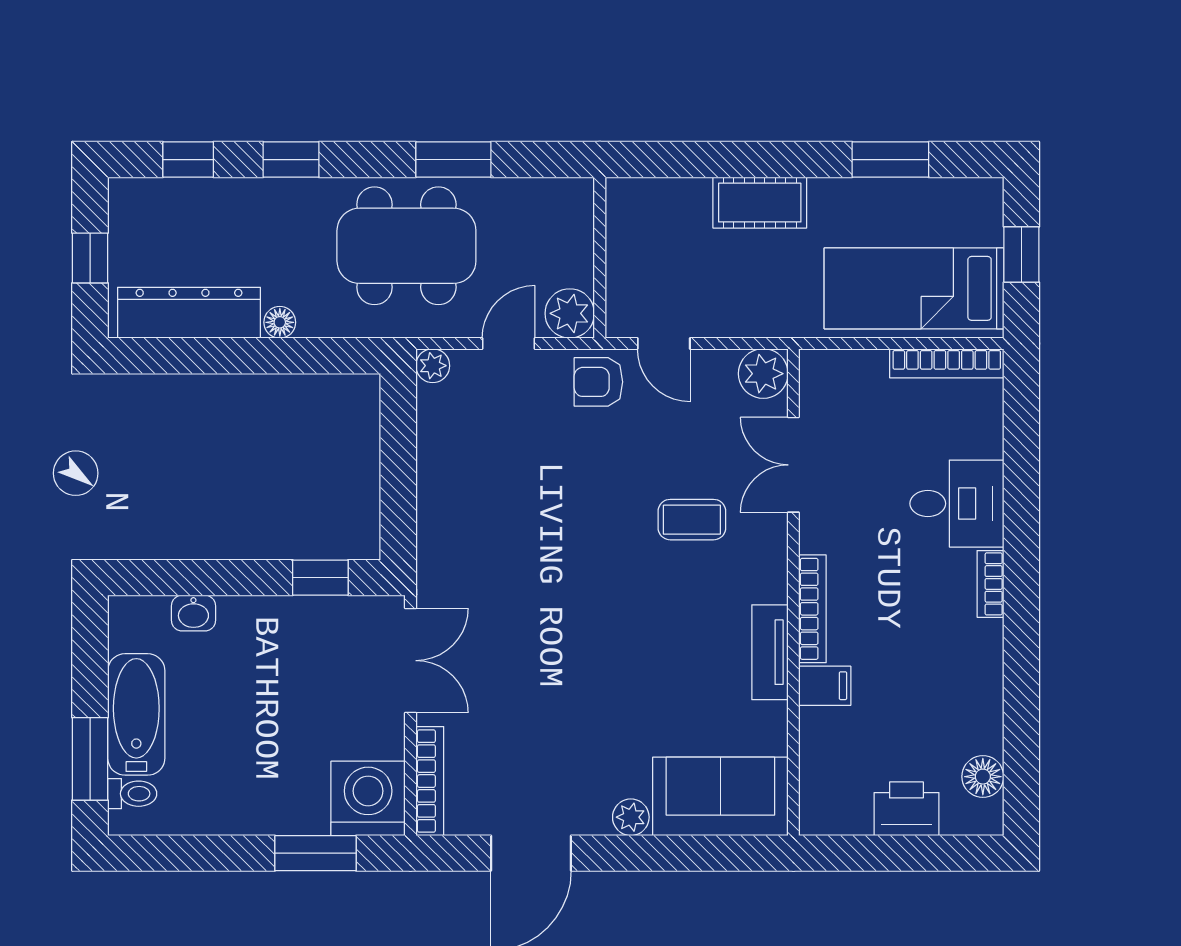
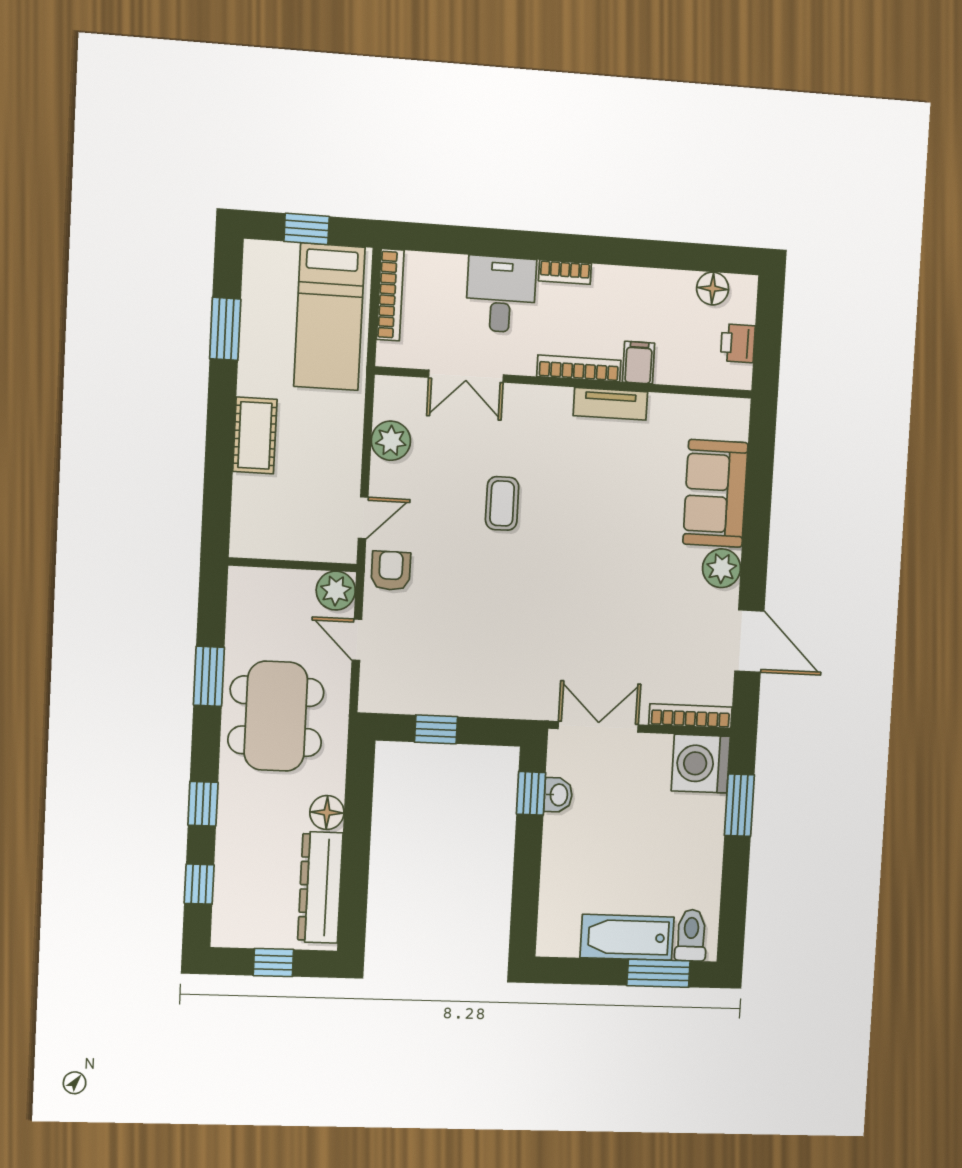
floor lamp: (280, 322) -> (327, 813), width x1.37, depth x1.37
plant: (433, 366) -> (371, 700), removed
armchair: (598, 382) -> (391, 571), turned 180
window: (398, 450) -> (436, 729), added
double door: (793, 465) -> (466, 376), moved
wall: (793, 592) -> (565, 383), moved
bookcase: (812, 609) -> (579, 368), moved
washbasin: (193, 613) -> (558, 795), moved
tv unit: (770, 652) -> (610, 404), moved
filing cabinet: (825, 686) -> (639, 363), moved
toilet: (132, 794) -> (691, 935), width x1.37, depth x1.39
printer: (906, 809) -> (738, 343), width x0.73, depth x0.81
plant: (631, 817) -> (722, 568), width x1.38, depth x1.38

